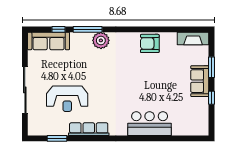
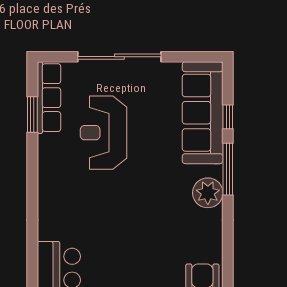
sofa: (49, 41) -> (203, 113), width x1.36, depth x1.27
row of seats: (89, 129) -> (49, 98), moved

